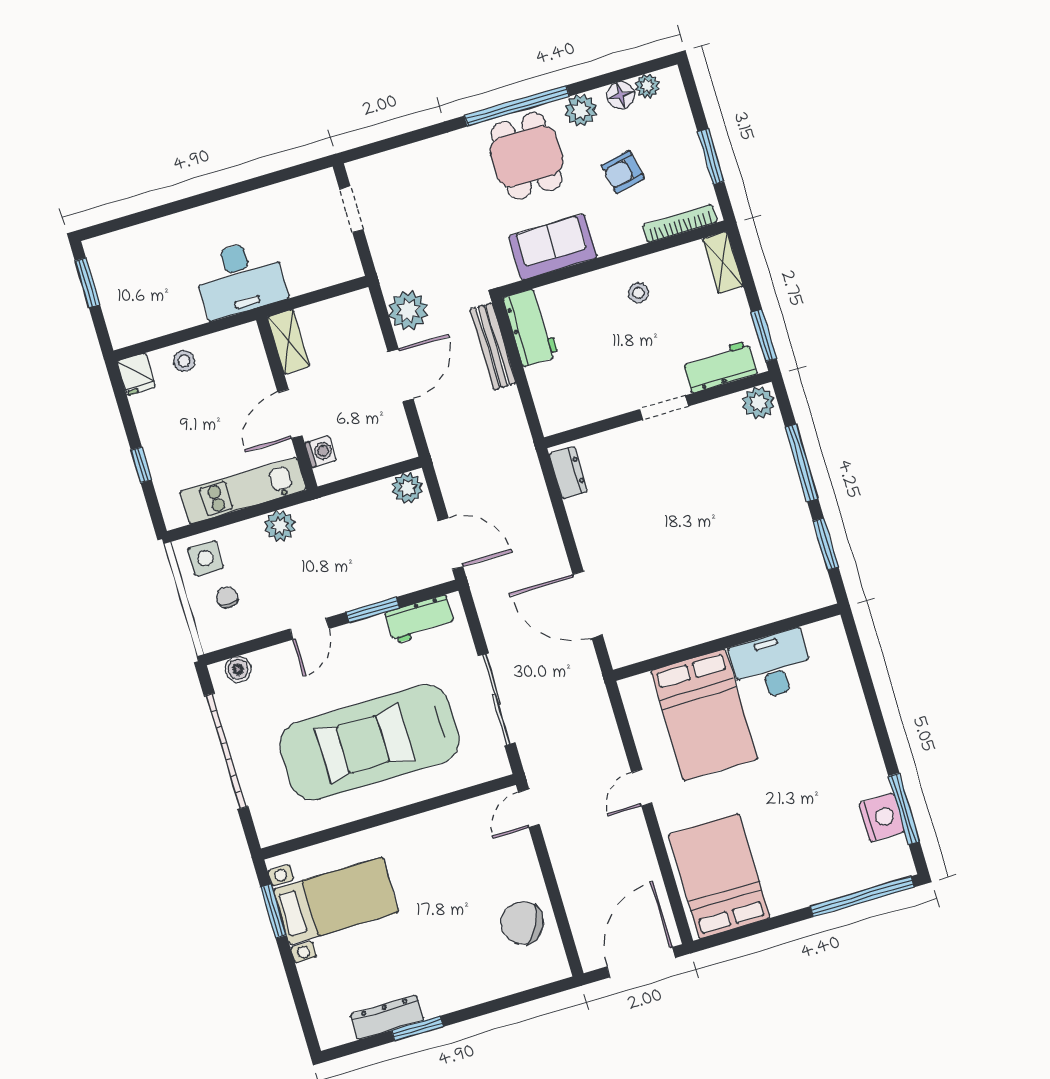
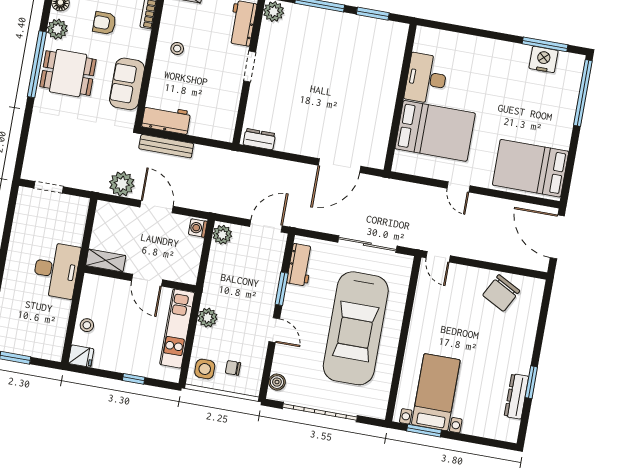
armchair: (623, 172) -> (104, 23), turned 102
washing machine: (321, 452) -> (198, 228), moved, turned -90

